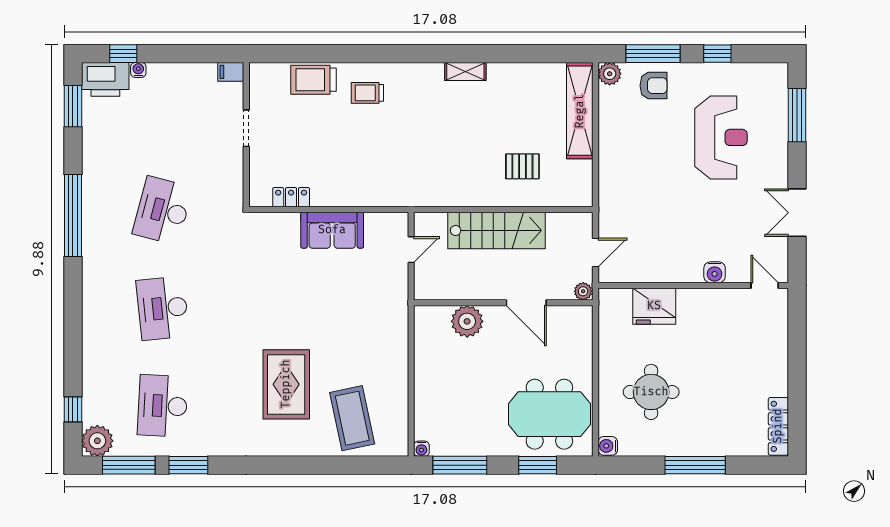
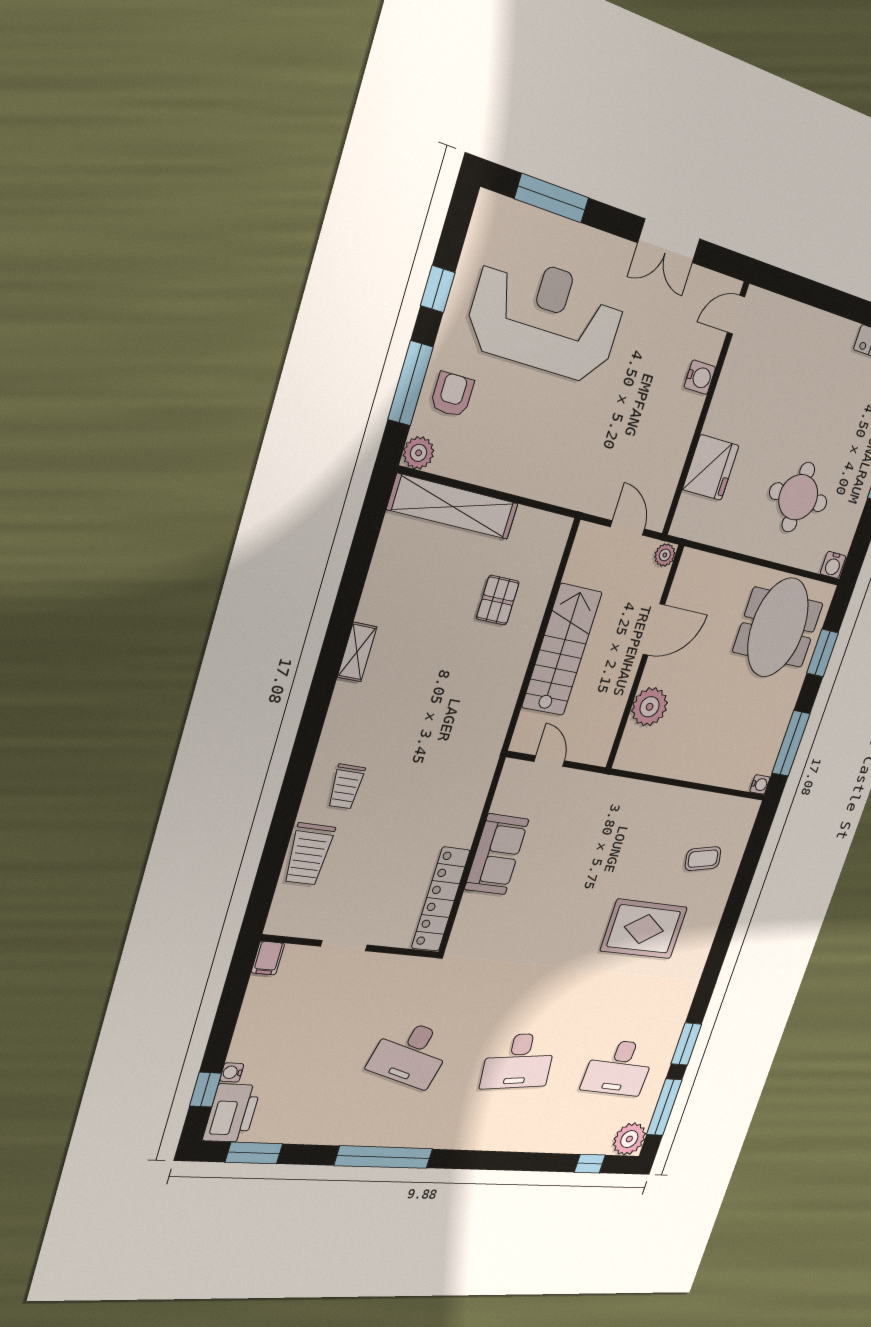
reception desk: (721, 137) -> (546, 318), width x1.36, depth x1.30
locker: (291, 197) -> (441, 899), width x2.16, depth x1.21
coffee table: (352, 418) -> (703, 859), width x0.54, depth x0.58

